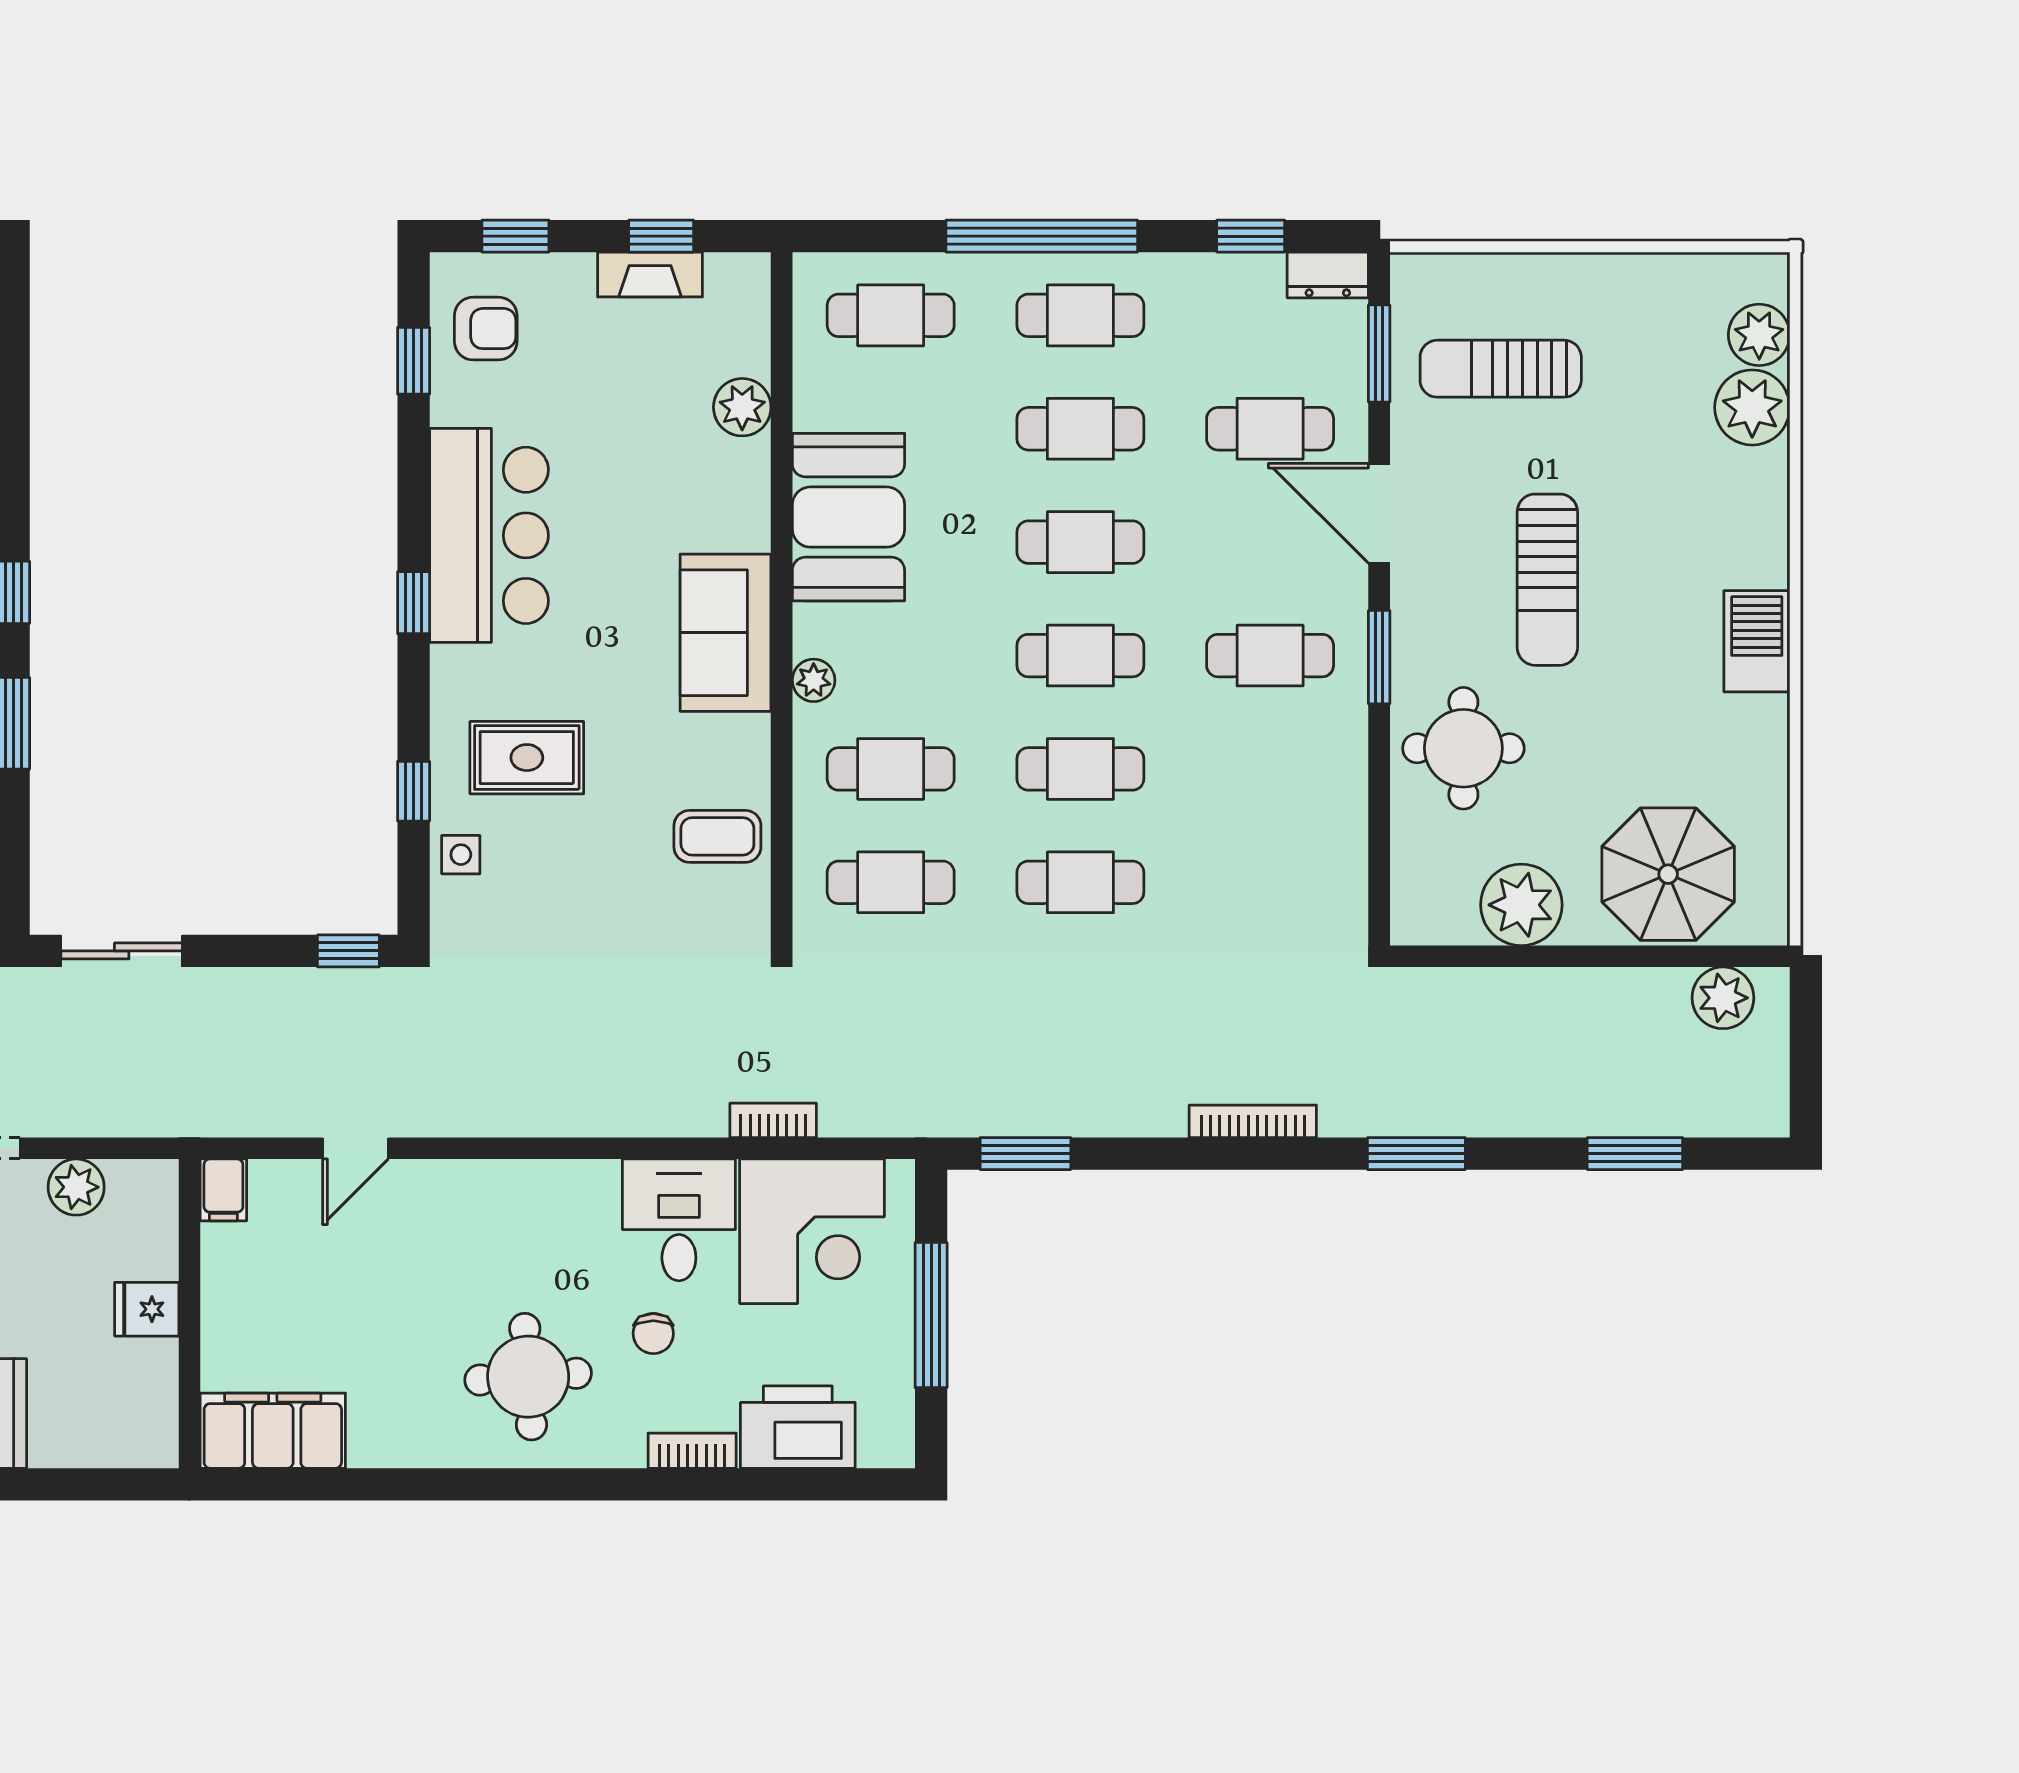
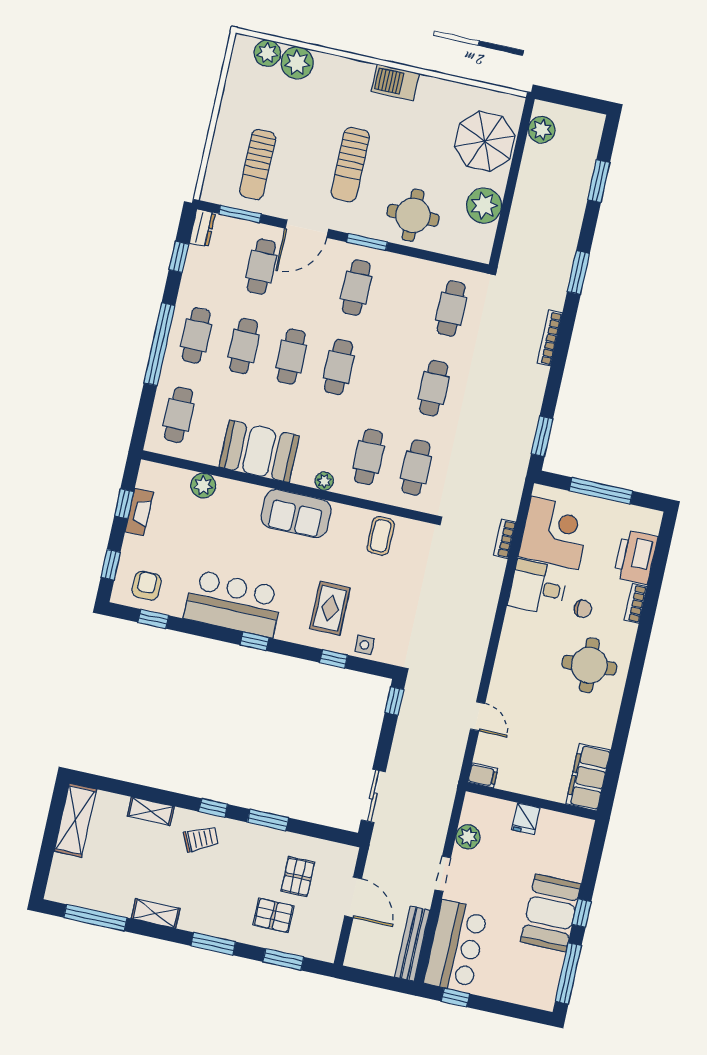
sun lounger: (1547, 580) -> (350, 164), turned 90
cafe table: (1080, 769) -> (451, 309), moved

